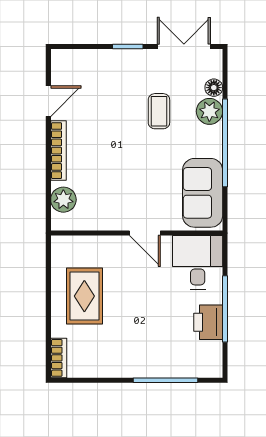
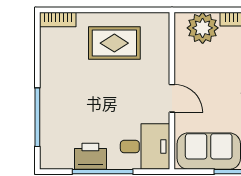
plant: (63, 200) -> (203, 28), width x1.36, depth x1.36
door: (145, 233) -> (172, 98), swing flipped

